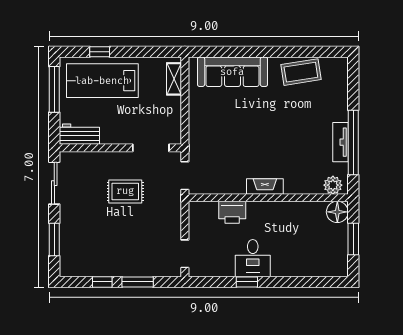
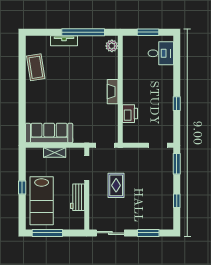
window: (100, 52) -> (22, 188), moved
sofa: (232, 72) -> (49, 133), moved, turned -90
shelving: (174, 79) -> (55, 153), moved
workbench: (79, 134) -> (78, 197), moved
tv unit: (340, 142) -> (64, 41), moved
floor lamp: (337, 212) -> (130, 43), removed
desk: (253, 258) -> (161, 53), moved
window: (138, 282) -> (177, 164), moved

